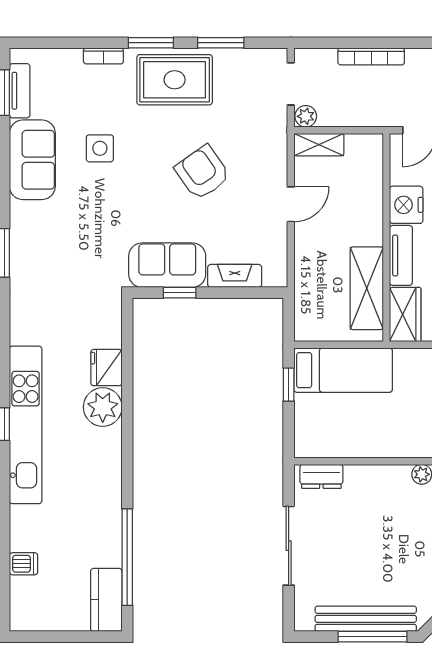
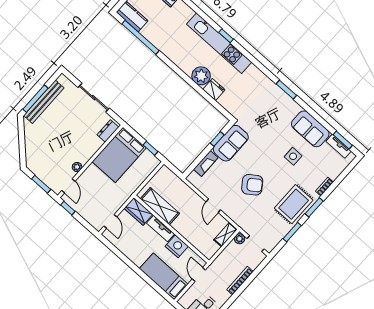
bed: (343, 370) -> (119, 155), moved, width x1.50

